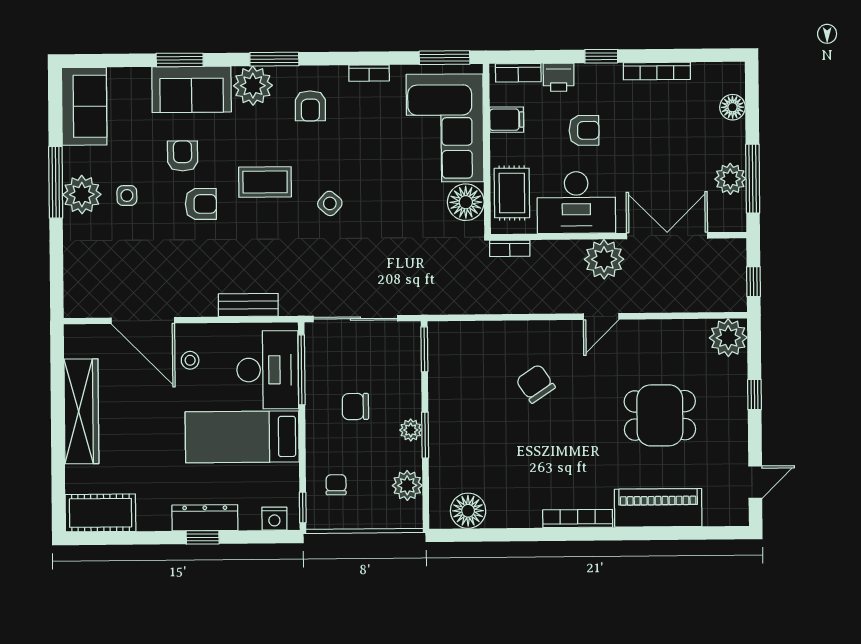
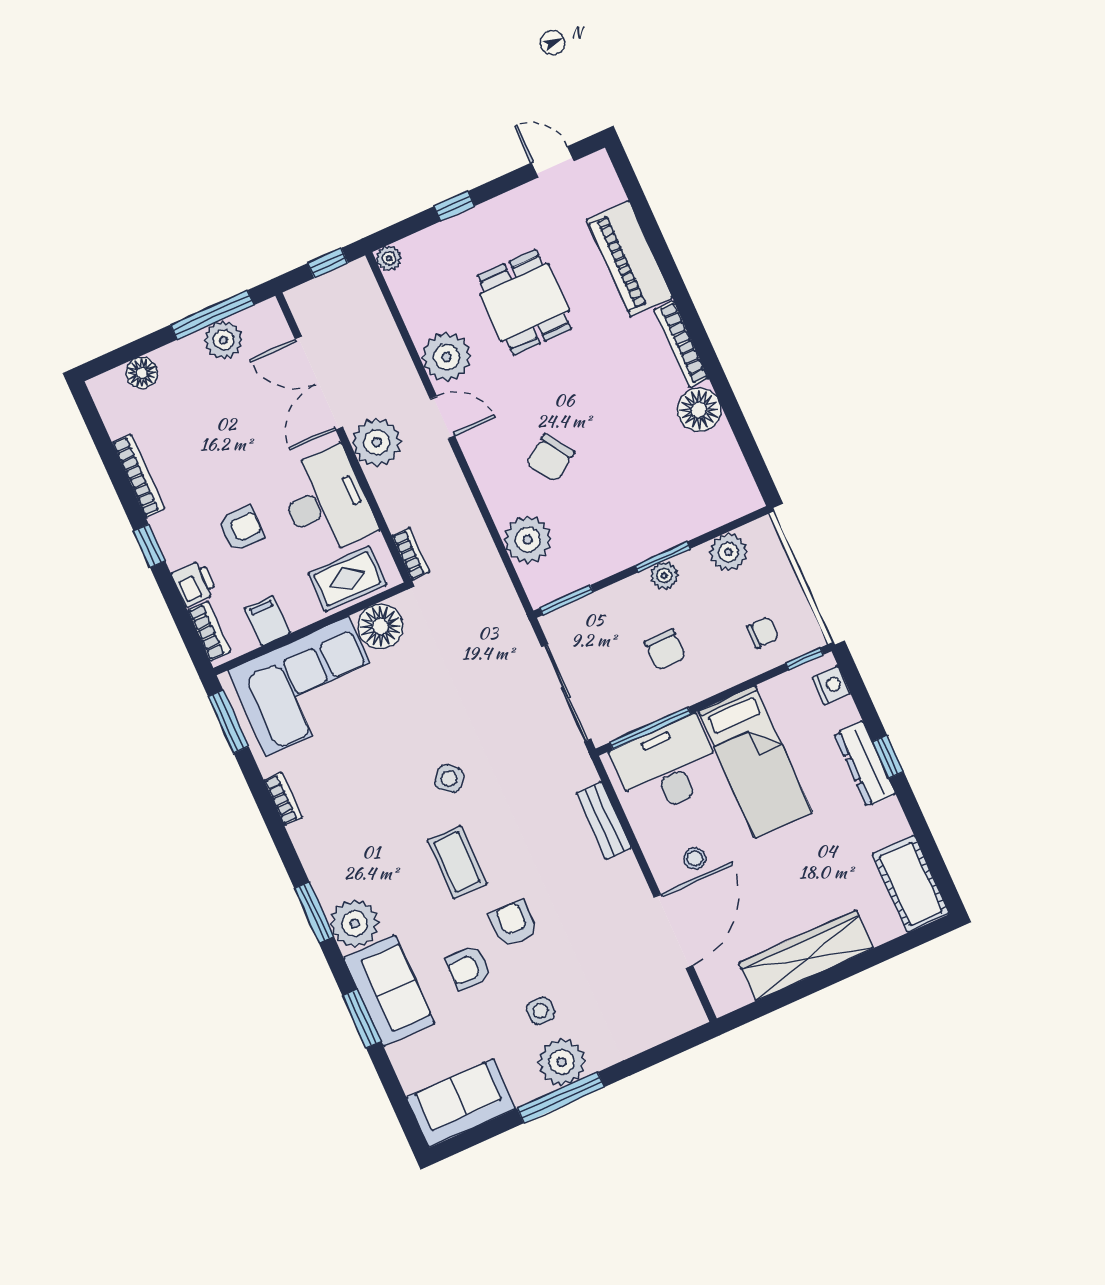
armchair: (310, 106) -> (349, 849), removed
armchair: (584, 130) -> (241, 529), turned 90
plant: (728, 338) -> (389, 258), width x0.53, depth x0.53
plant: (645, 339) -> (446, 357), added
plant: (482, 340) -> (528, 540), added
chair: (336, 485) -> (763, 633), turned 180
floor lamp: (468, 511) -> (699, 410), moved

